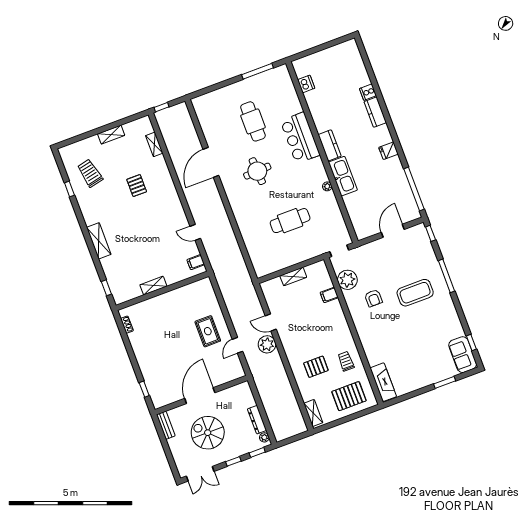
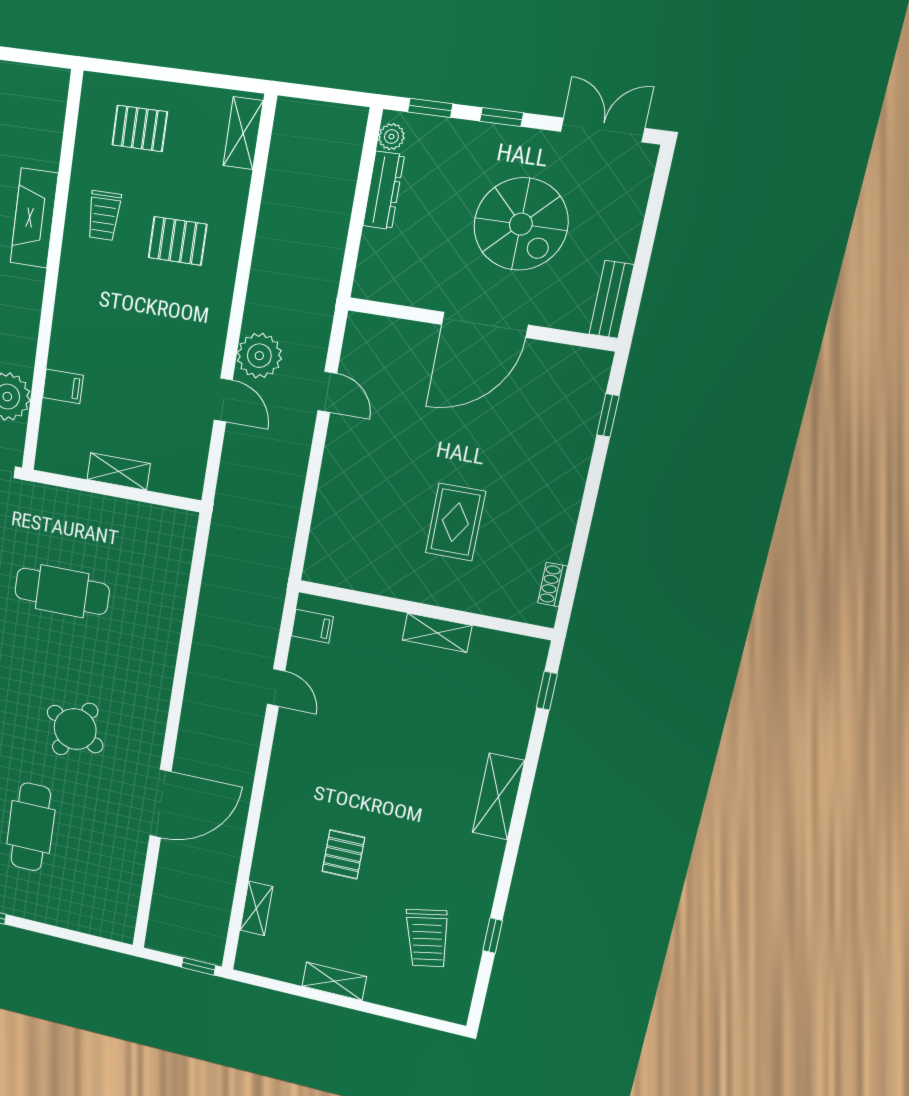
round table: (257, 171) -> (75, 729), turned 32
rug: (208, 331) -> (455, 522), moved
door: (237, 345) -> (327, 392), hinge flipped
fireplace: (383, 382) -> (34, 218), moved
pallet: (349, 396) -> (140, 128), width x0.67, depth x0.71

